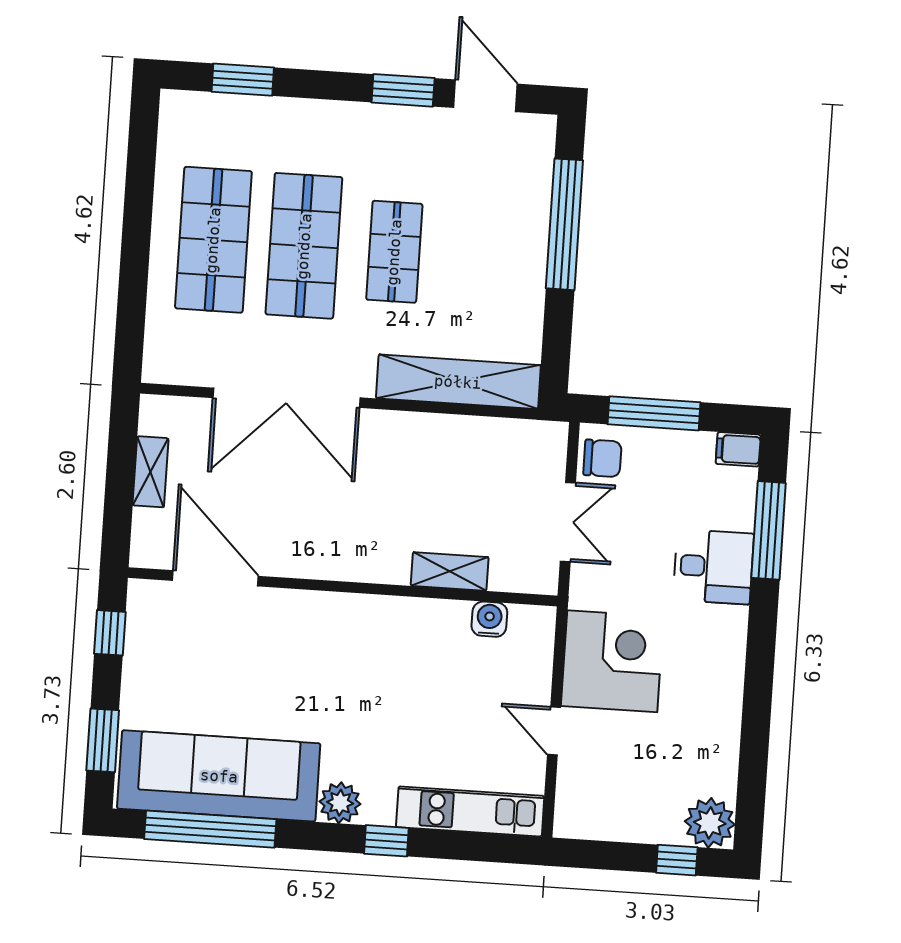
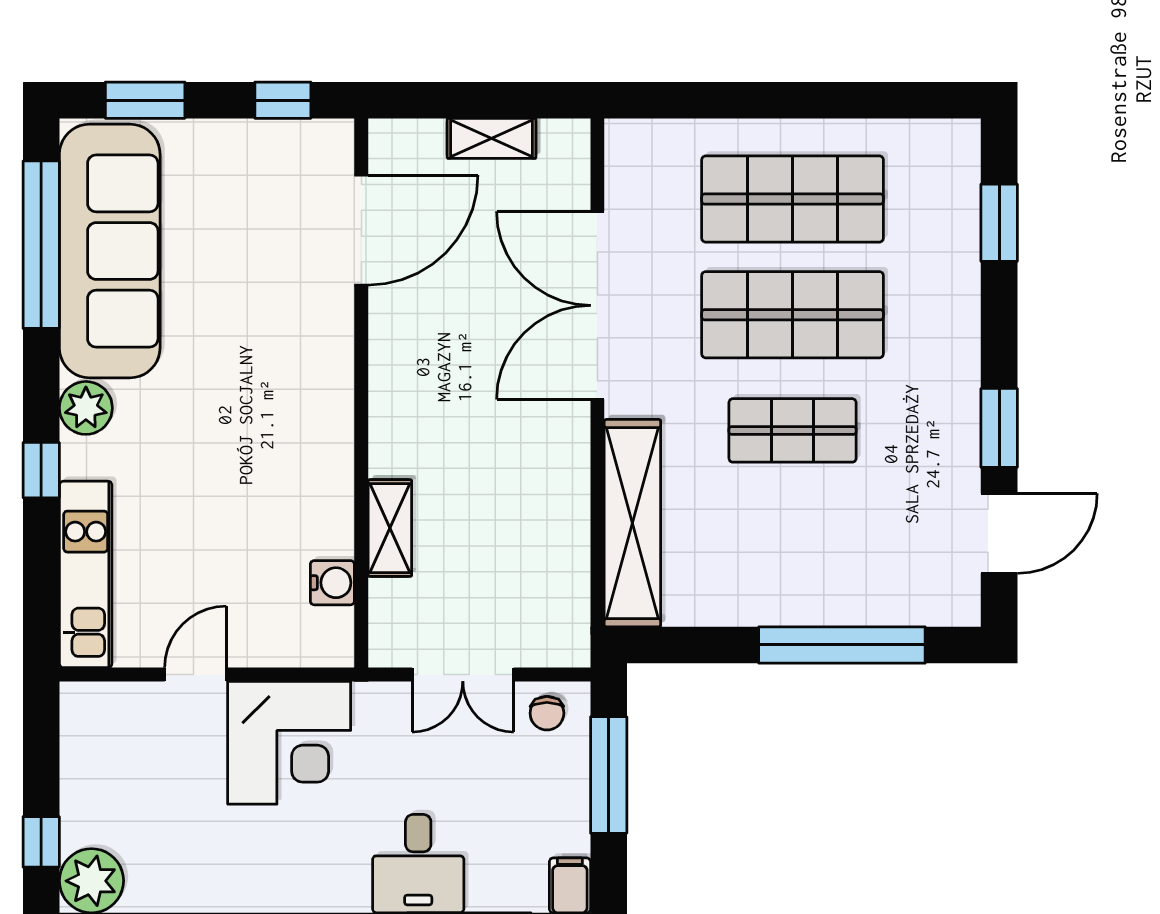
chair: (602, 458) -> (547, 713), width x0.73, depth x0.73

